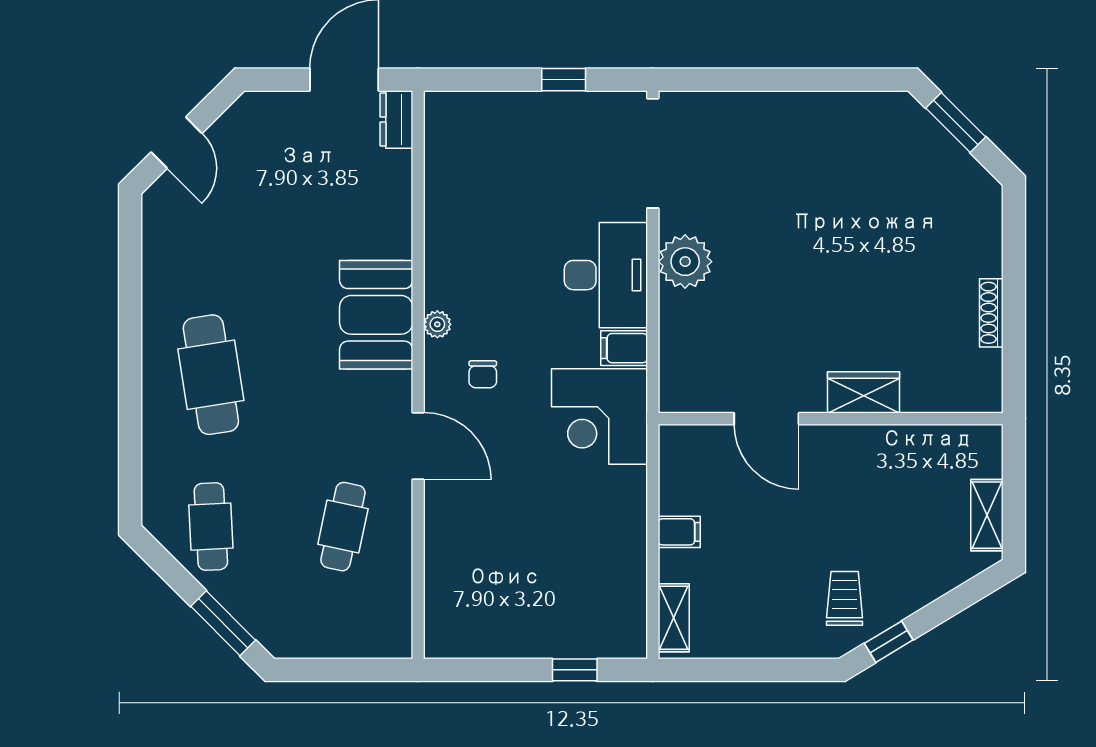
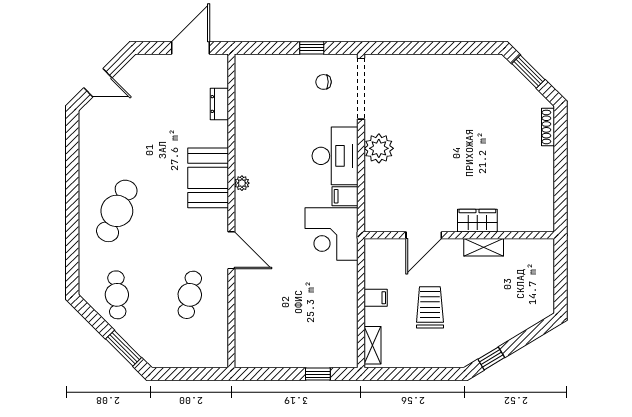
dresser: (396, 119) -> (219, 104), moved
door: (176, 143) -> (98, 83), hinge flipped
shoe rack: (991, 313) -> (548, 127), moved
chair: (483, 374) -> (324, 82), moved, turned 90
cafe table: (211, 375) -> (117, 211), turned 33
door: (766, 419) -> (424, 235), hinge flipped
shelving: (987, 515) -> (484, 247), moved, turned 90
trolley: (845, 598) -> (430, 307), moved, width x1.36, depth x1.39

